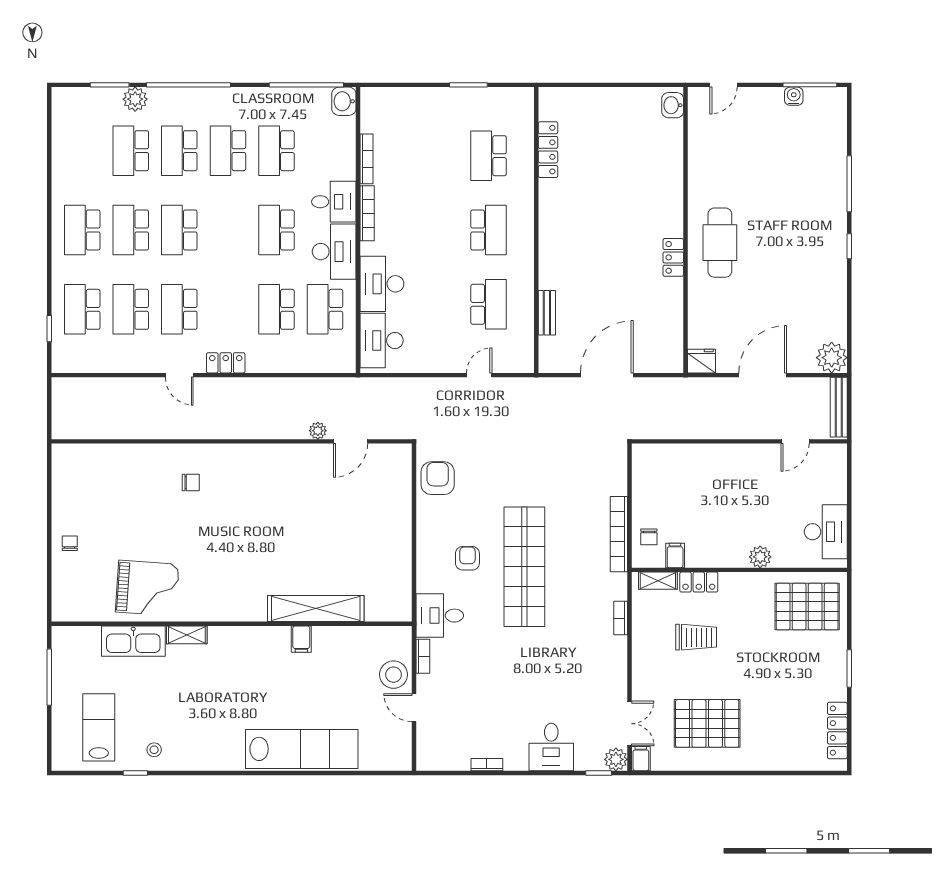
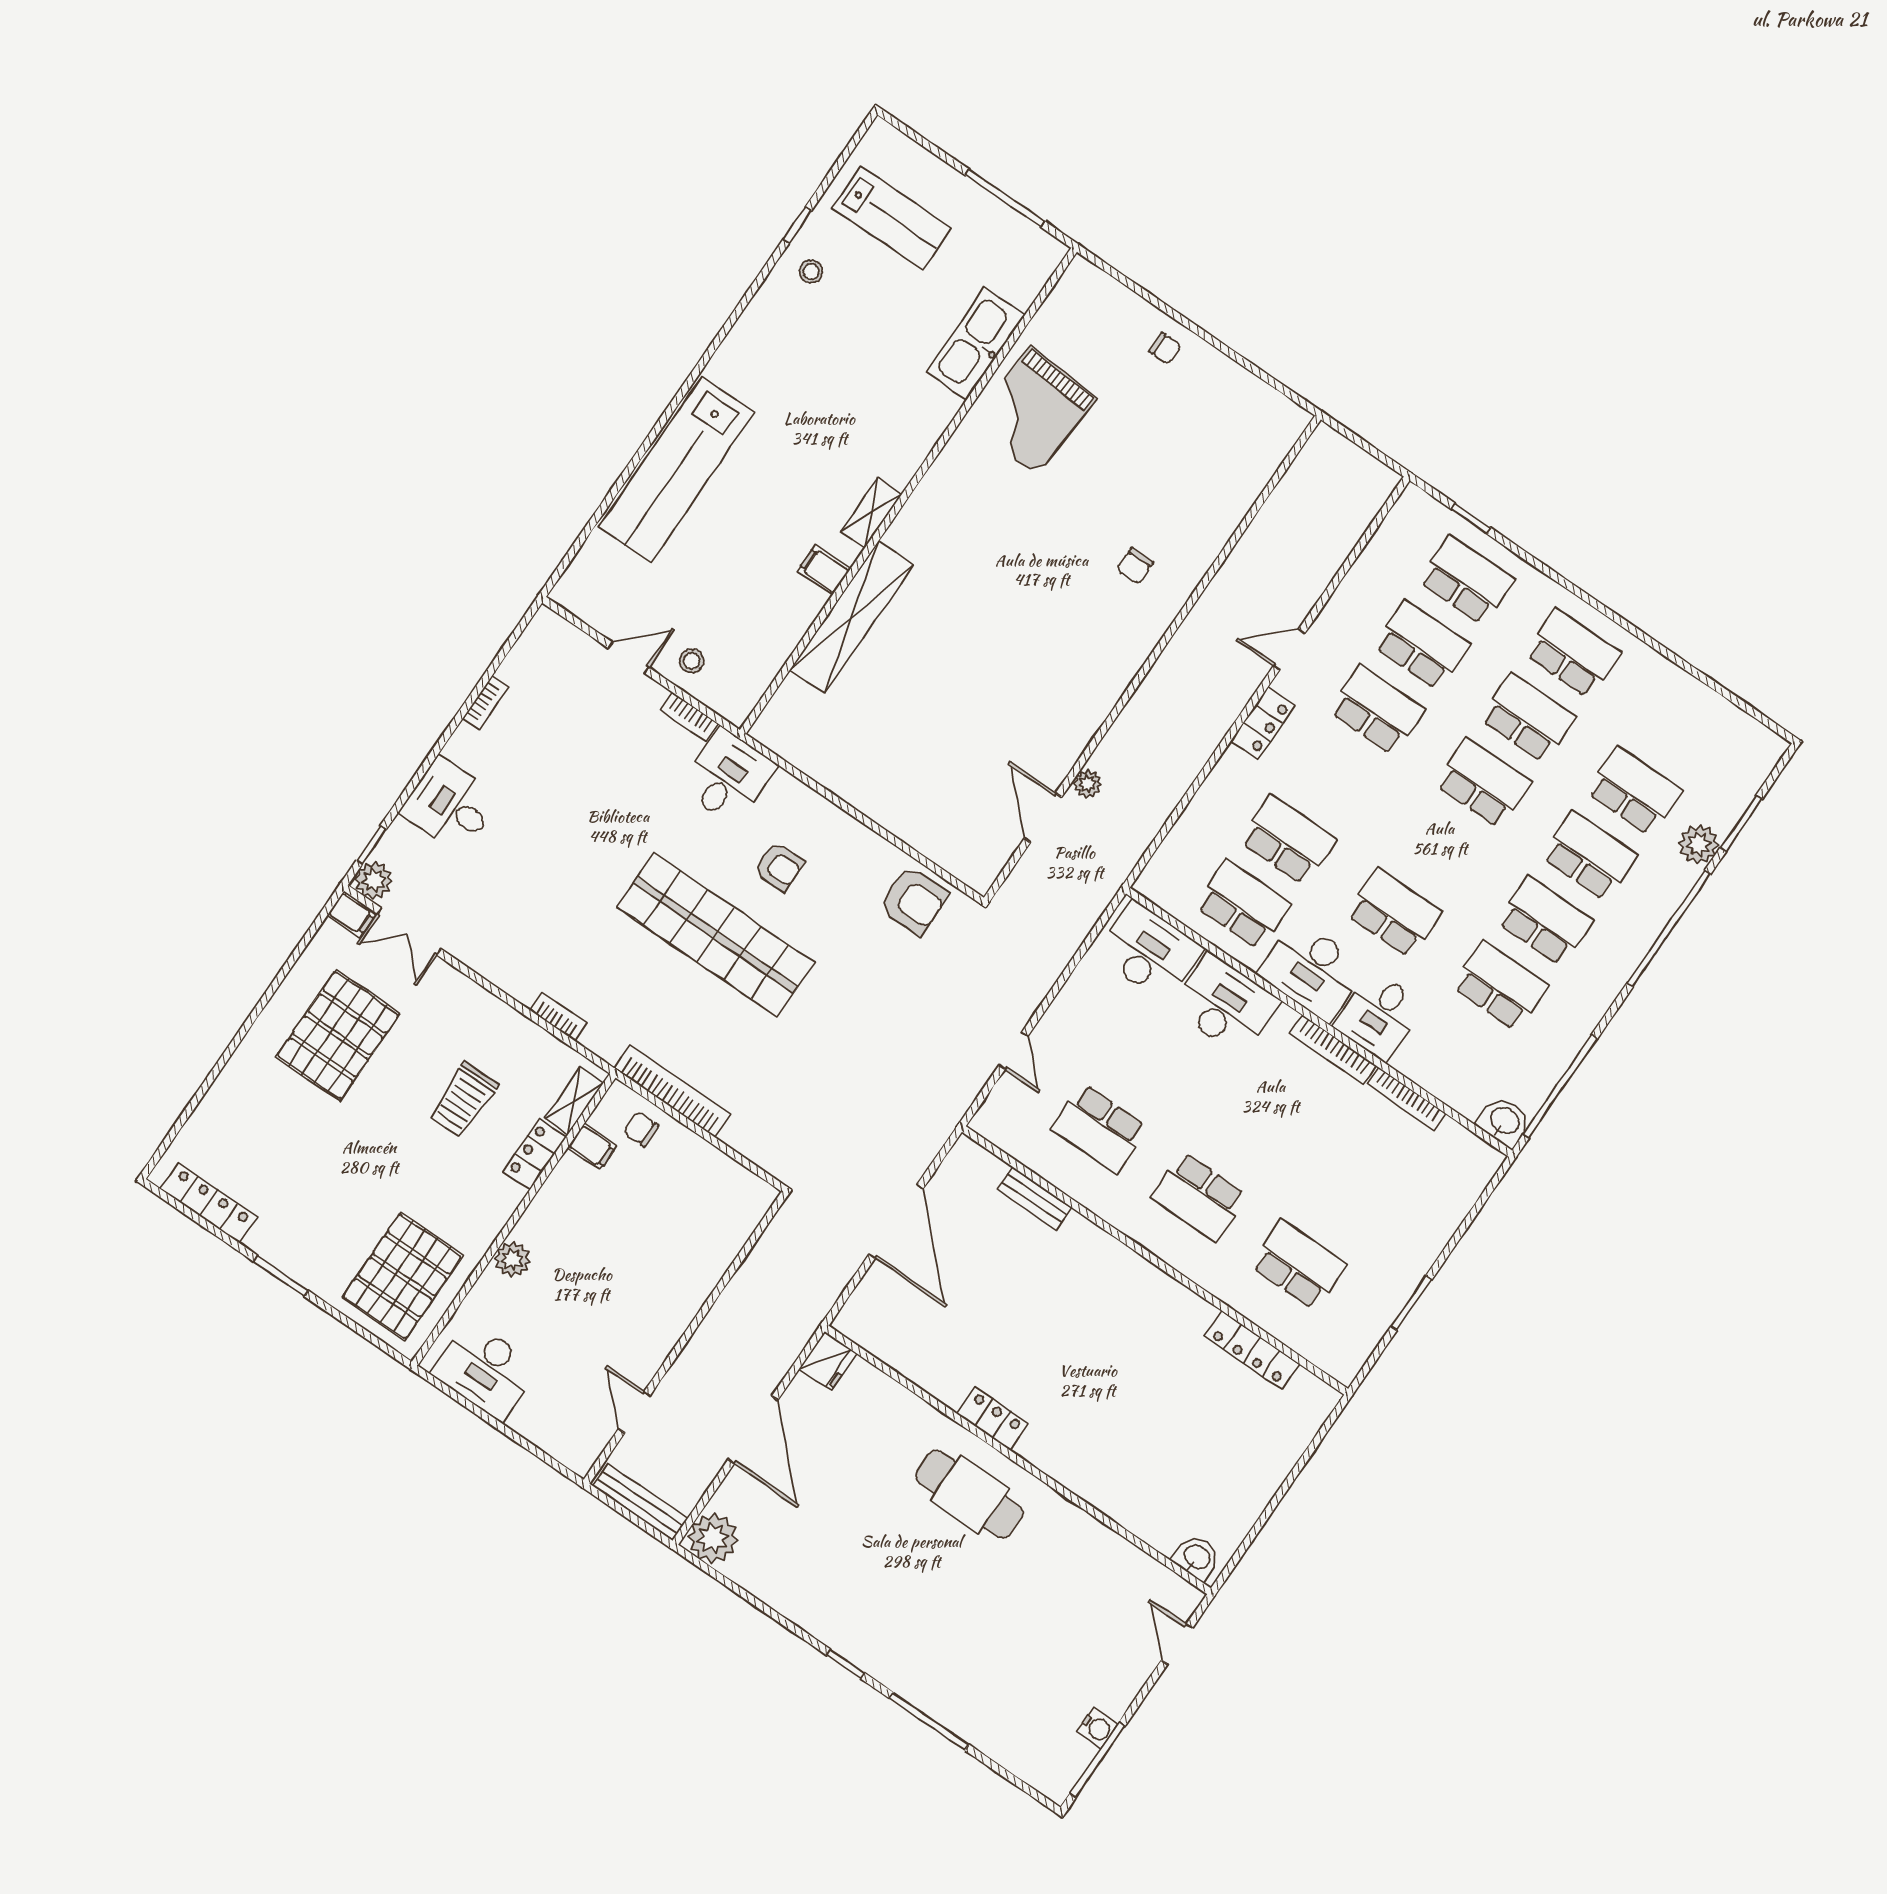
shelving: (187, 635) -> (871, 513), moved
stool: (394, 675) -> (692, 661), width x0.53, depth x0.53

